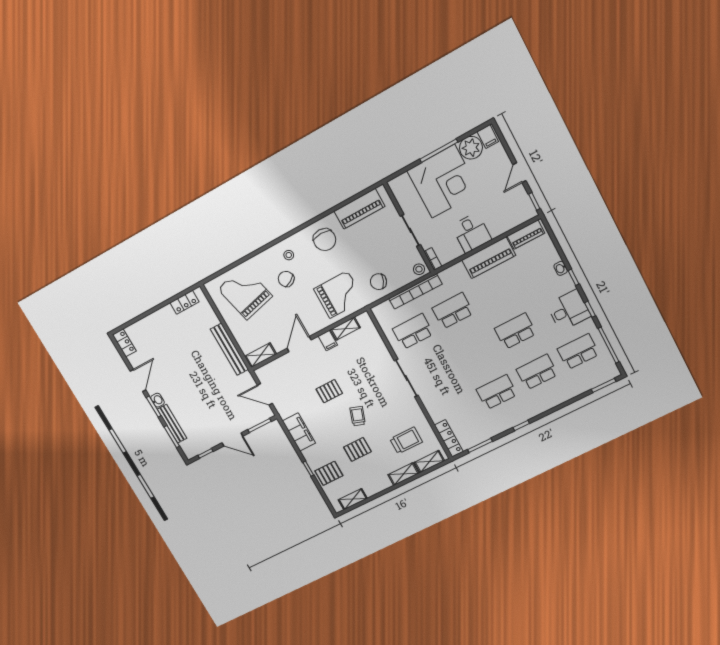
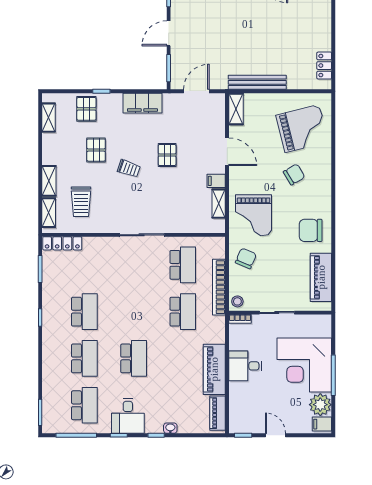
stool: (289, 255) -> (315, 189), removed

